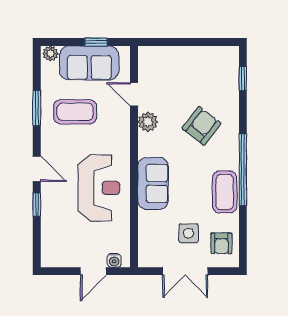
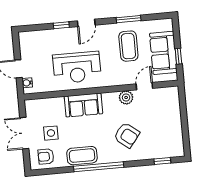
plant: (50, 54) -> (168, 25), removed

